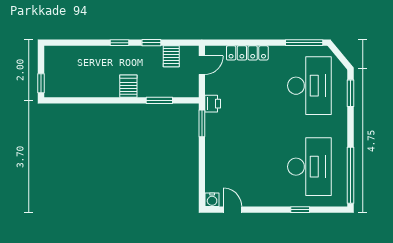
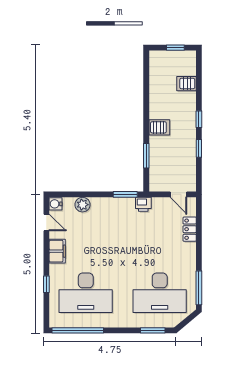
locker: (247, 53) -> (190, 229), width x0.66
server rack: (171, 56) -> (186, 84), moved
window: (41, 83) -> (175, 48), moved
plant: (213, 170) -> (83, 205), added
filing cabinet: (264, 198) -> (57, 251), added
door: (232, 210) -> (46, 222), hinge flipped

